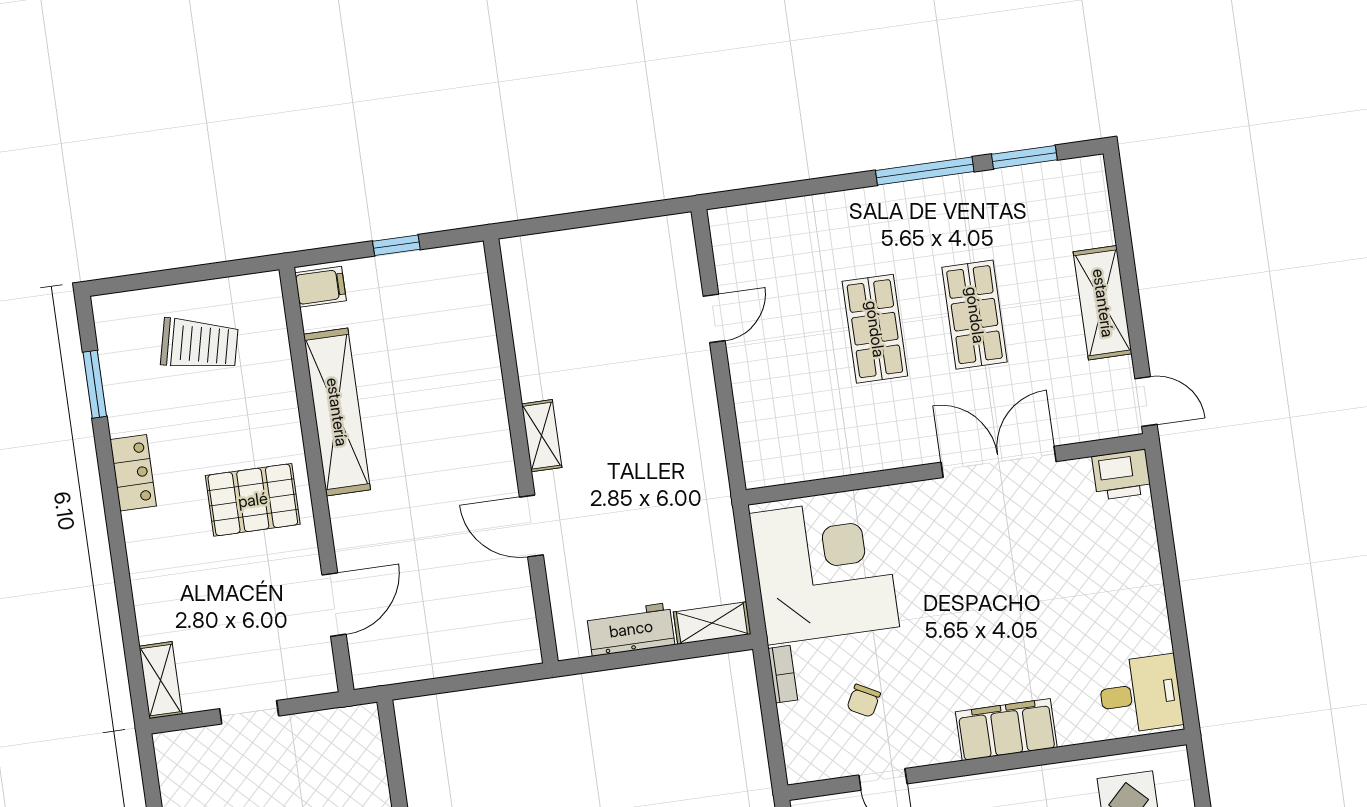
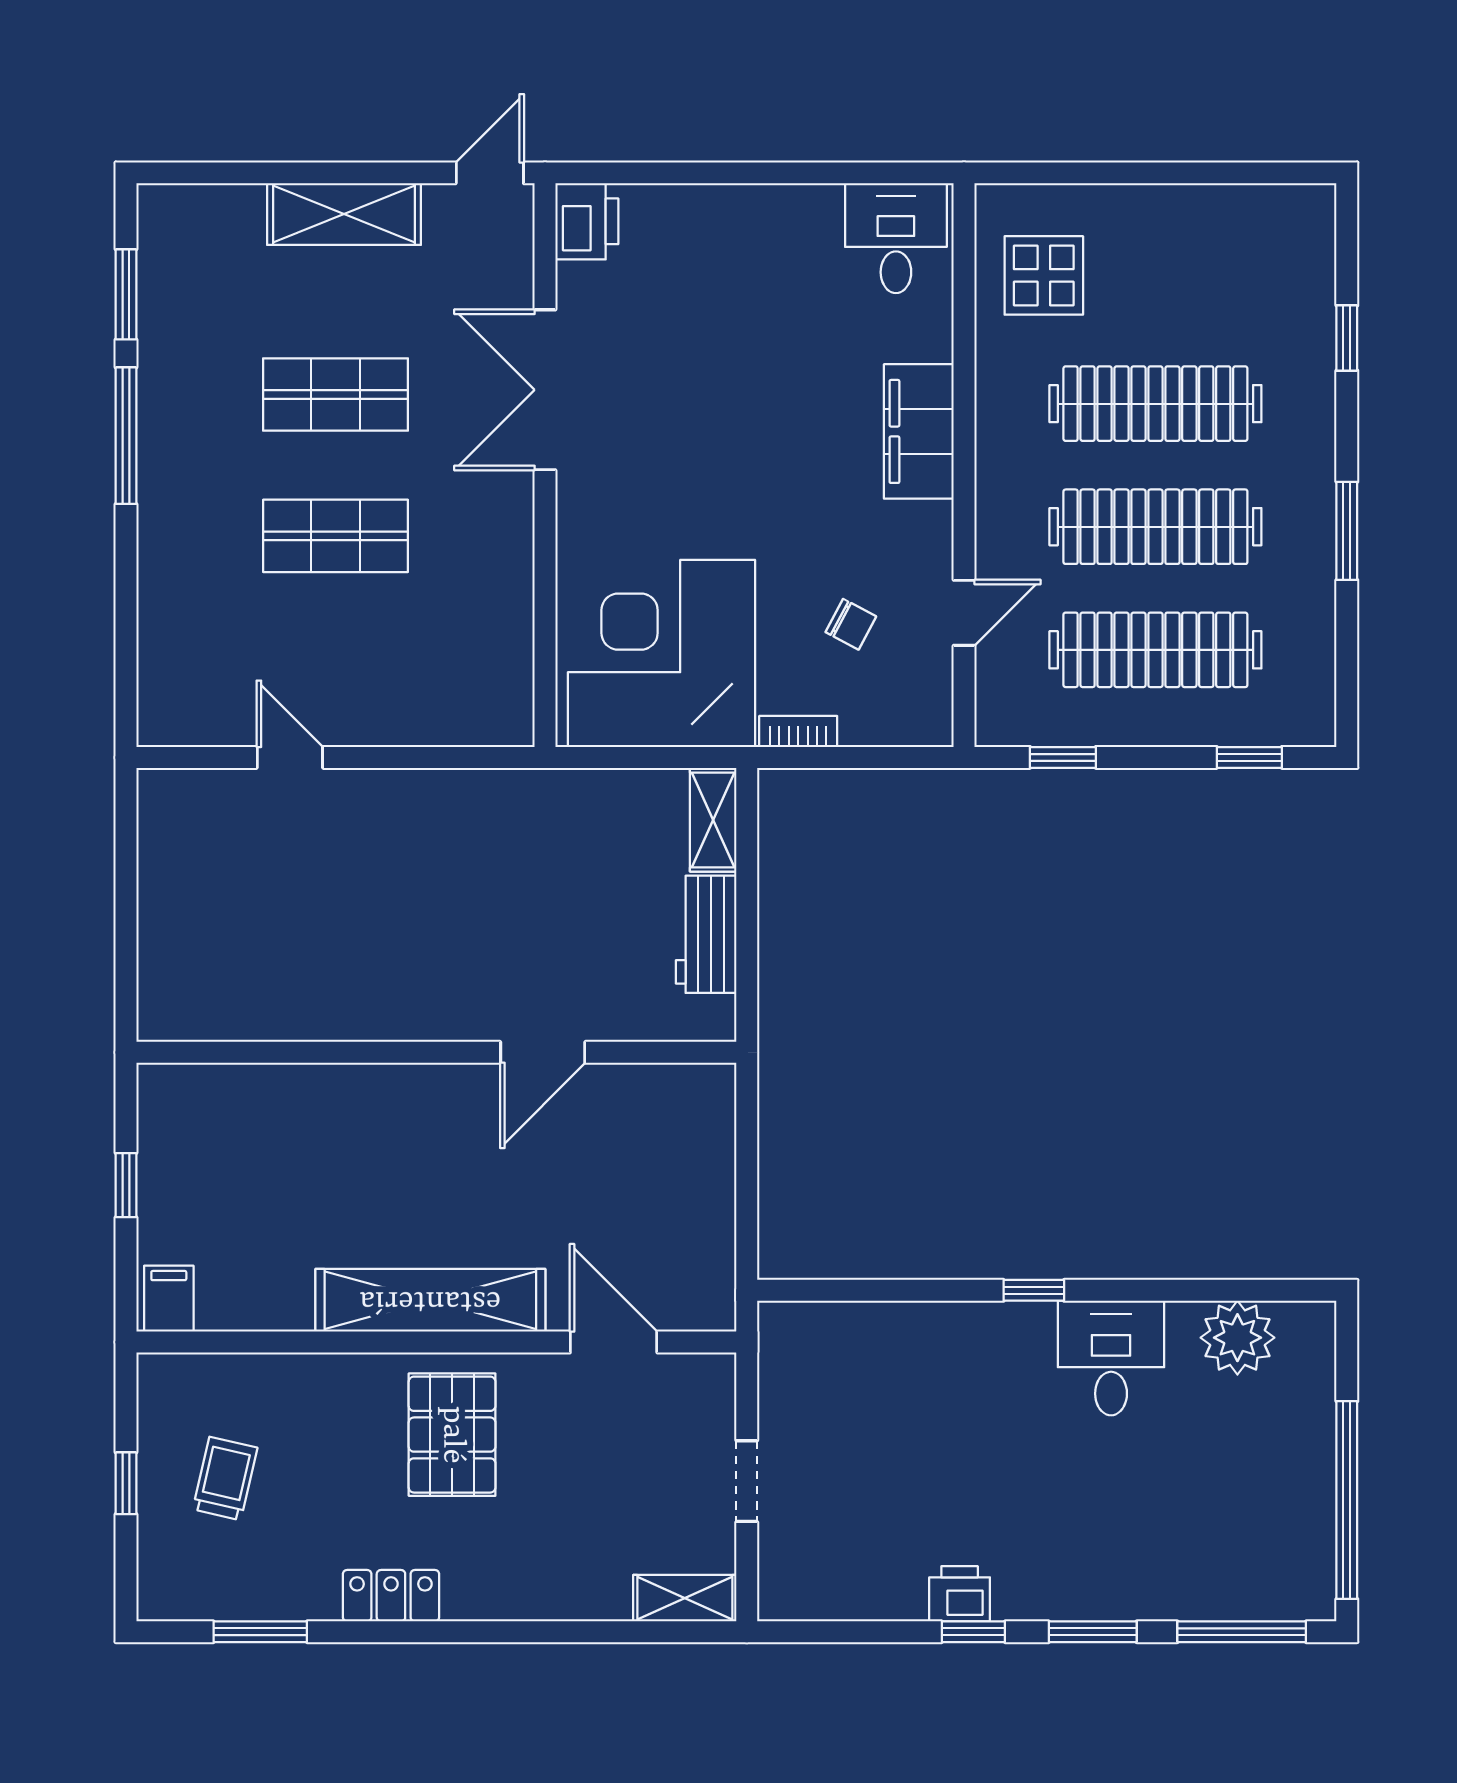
window: (186, 275) -> (126, 1483), added
trolley: (199, 344) -> (225, 1478), width x0.73, depth x0.72
shelving: (337, 412) -> (430, 1300), moved
shelving: (542, 436) -> (419, 1020), removed

